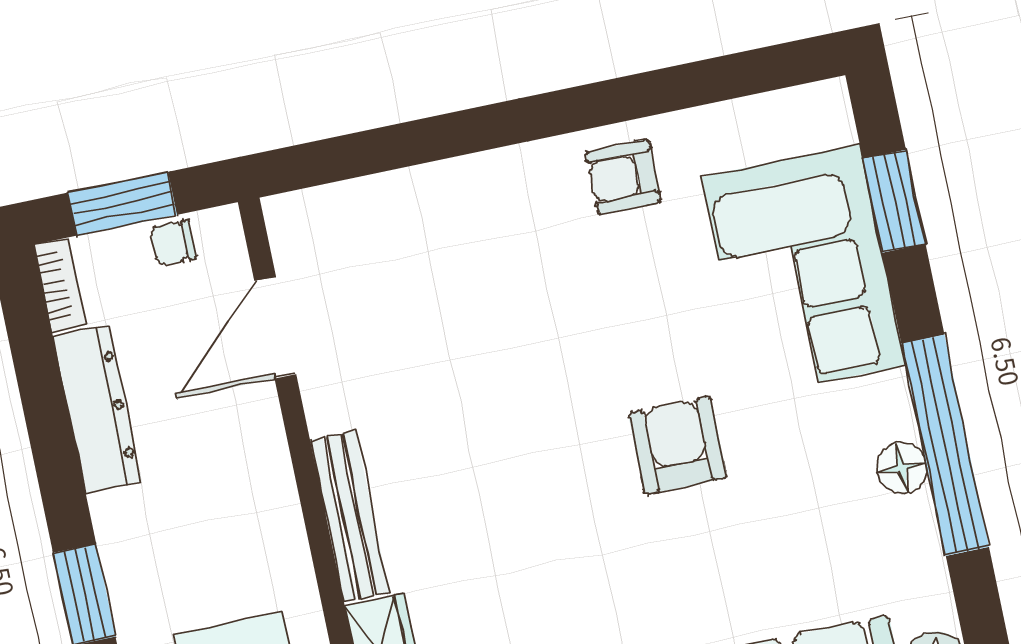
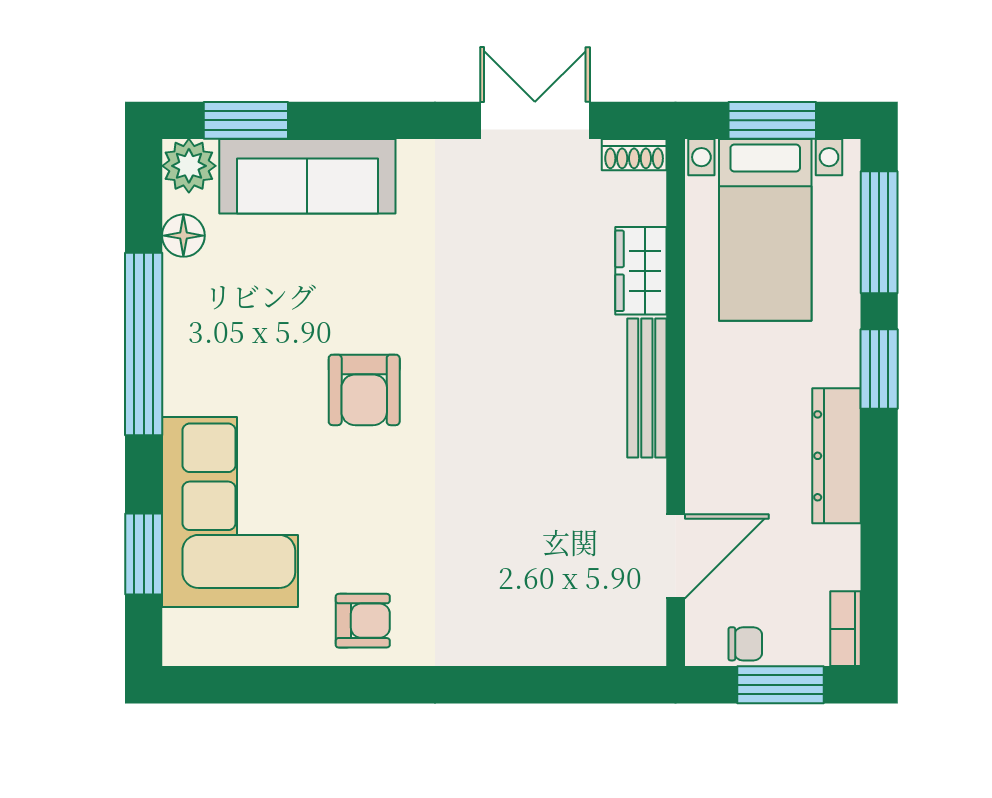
dresser: (97, 409) -> (836, 456), moved
floor lamp: (902, 468) -> (183, 236), moved

